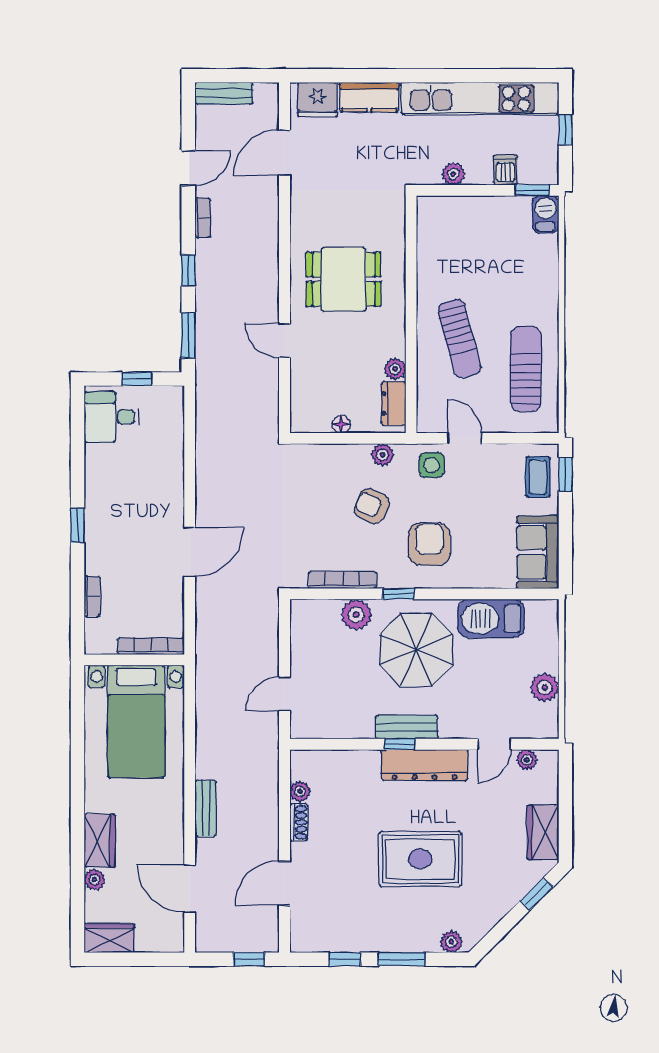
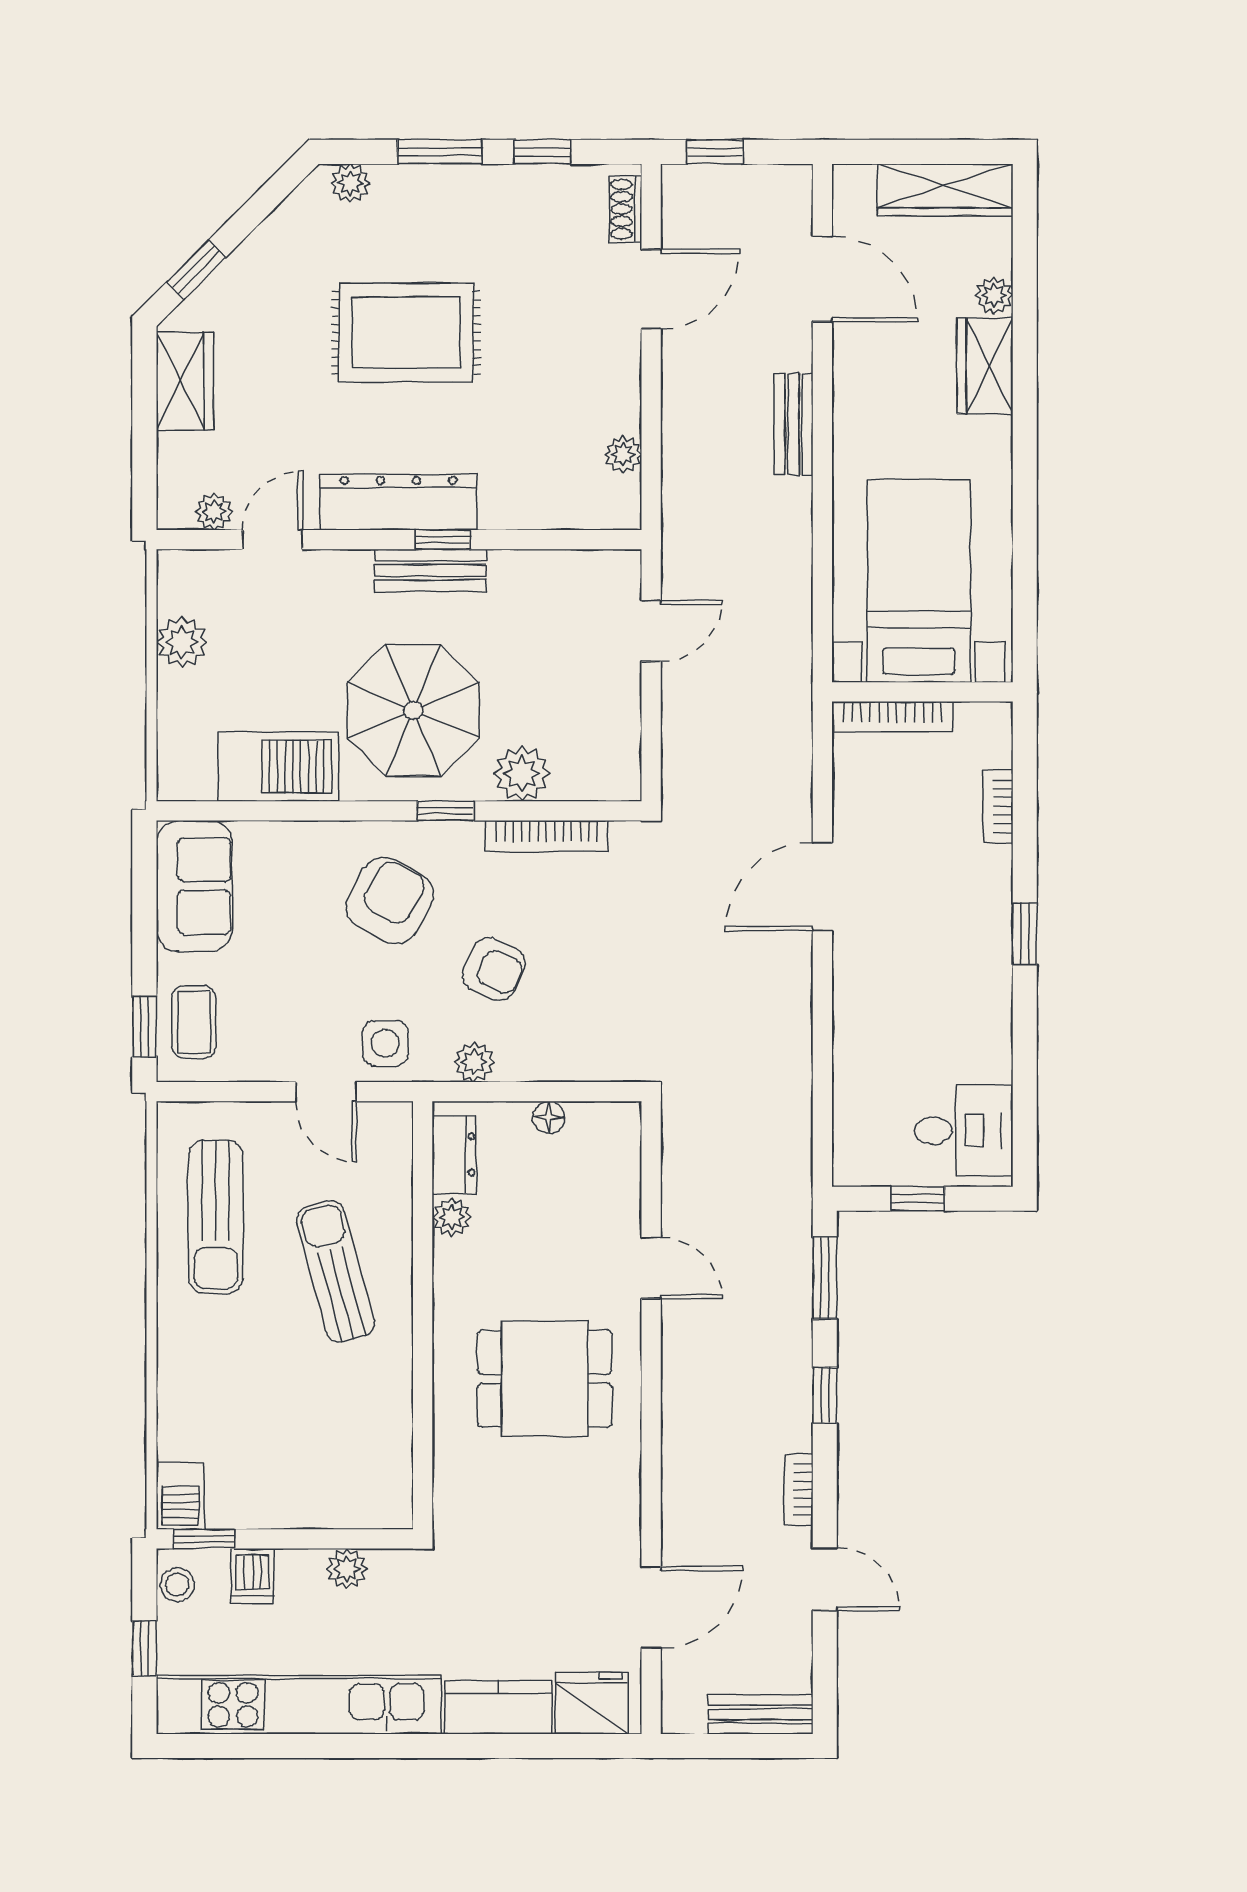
stool: (547, 165) -> (177, 1585), added
door: (188, 168) -> (825, 1579), swing flipped
armchair: (429, 544) -> (390, 901), turned -151
shoe rack: (299, 822) -> (625, 209), moved
wardrobe: (109, 938) -> (945, 190), width x1.50

